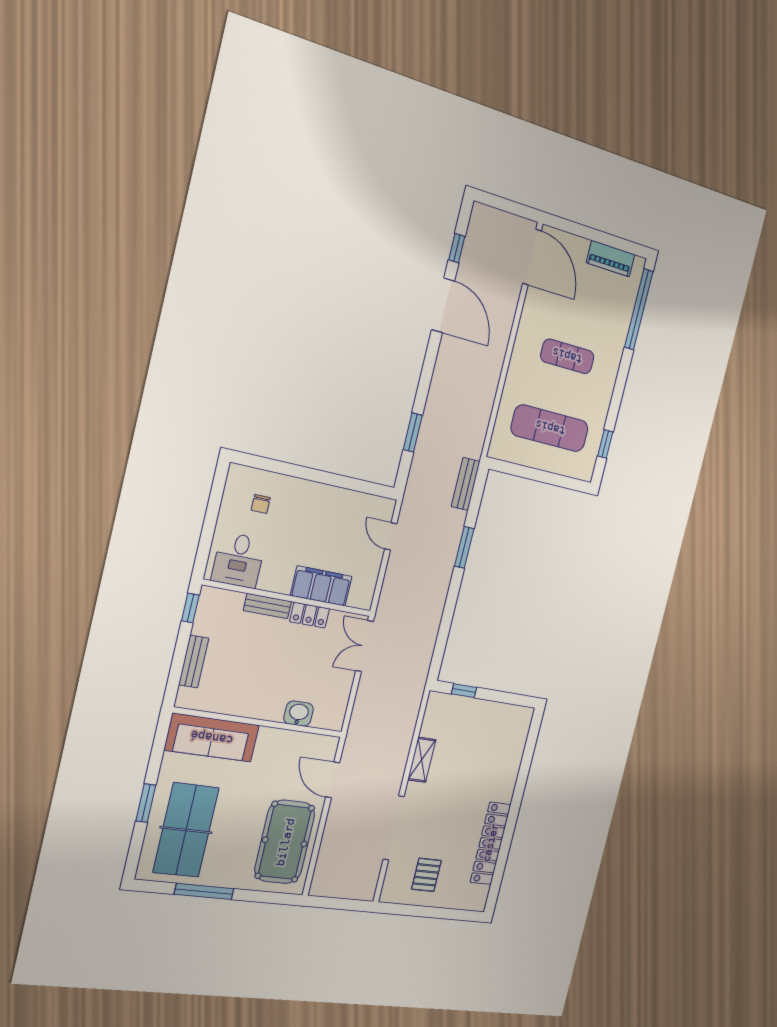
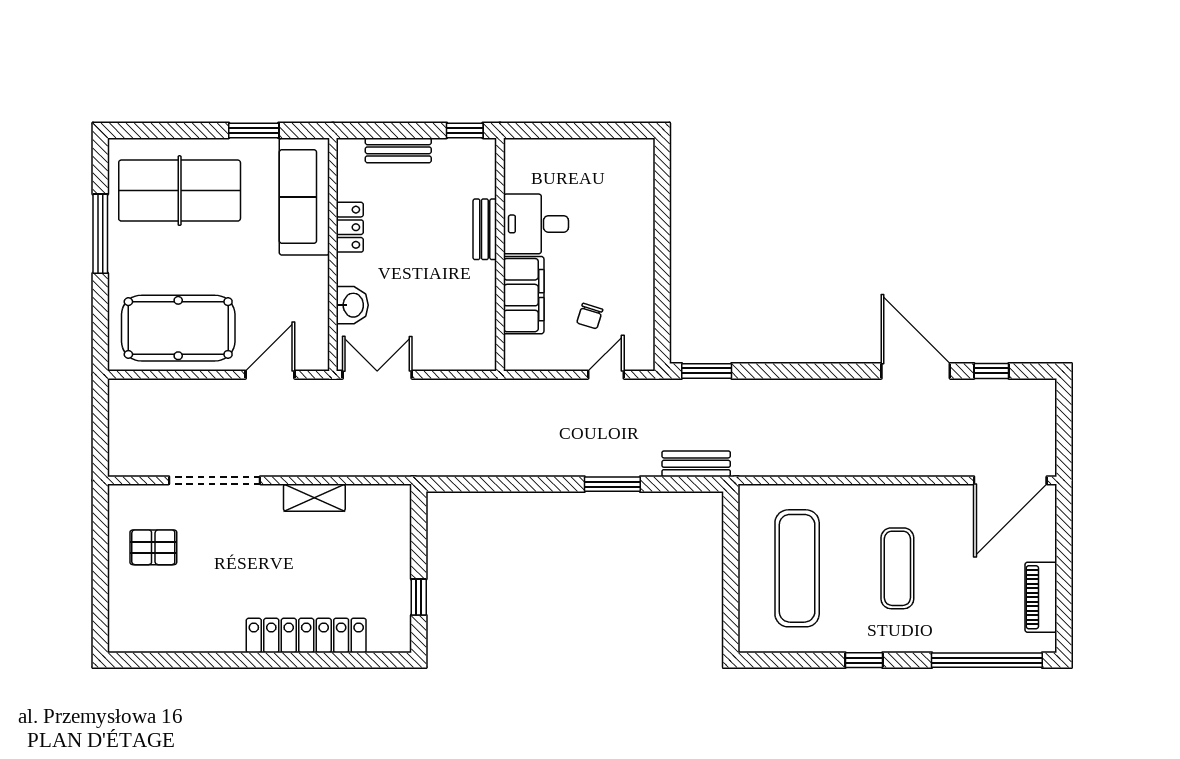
door: (443, 305) -> (916, 371), swing flipped
window: (413, 432) -> (707, 371), moved
window: (605, 444) -> (864, 660), moved
chair: (261, 504) -> (590, 316), moved, turned -73
desk: (238, 560) -> (536, 224), moved
locker: (310, 615) -> (350, 227), moved, turned 180
double door: (365, 646) -> (377, 375), moved
window: (464, 691) -> (419, 597), moved
window: (146, 803) -> (254, 130), moved
locker: (490, 843) -> (306, 635), moved

